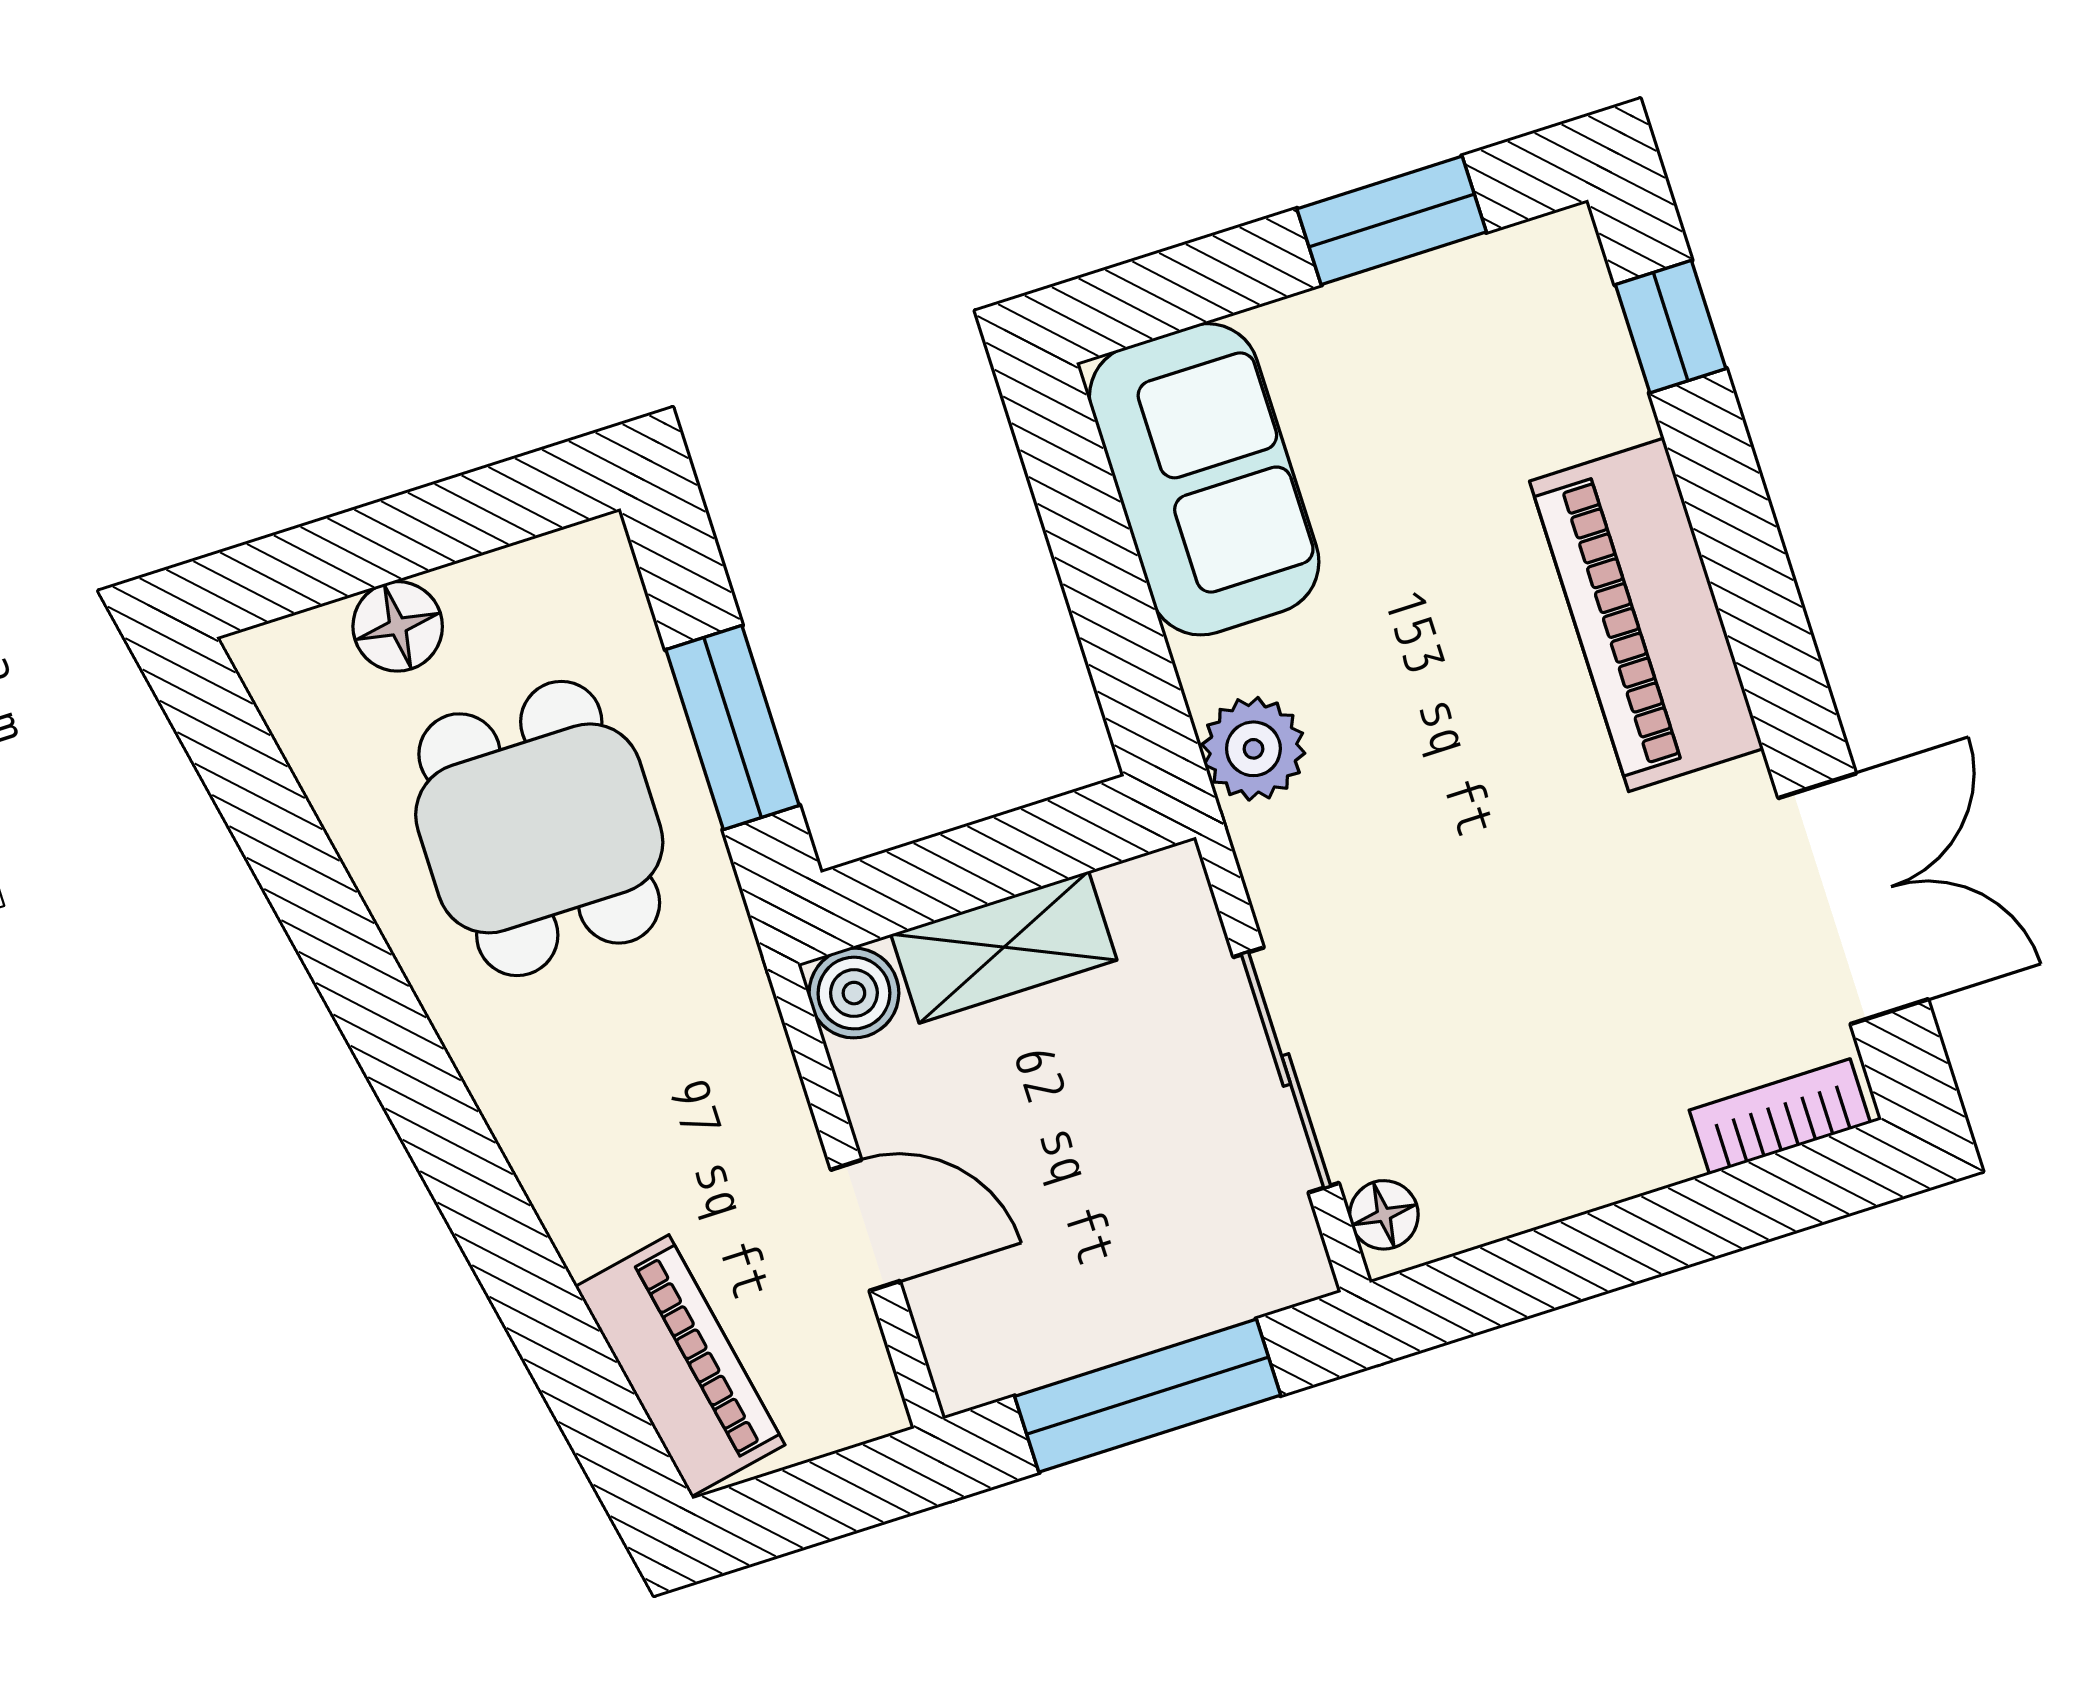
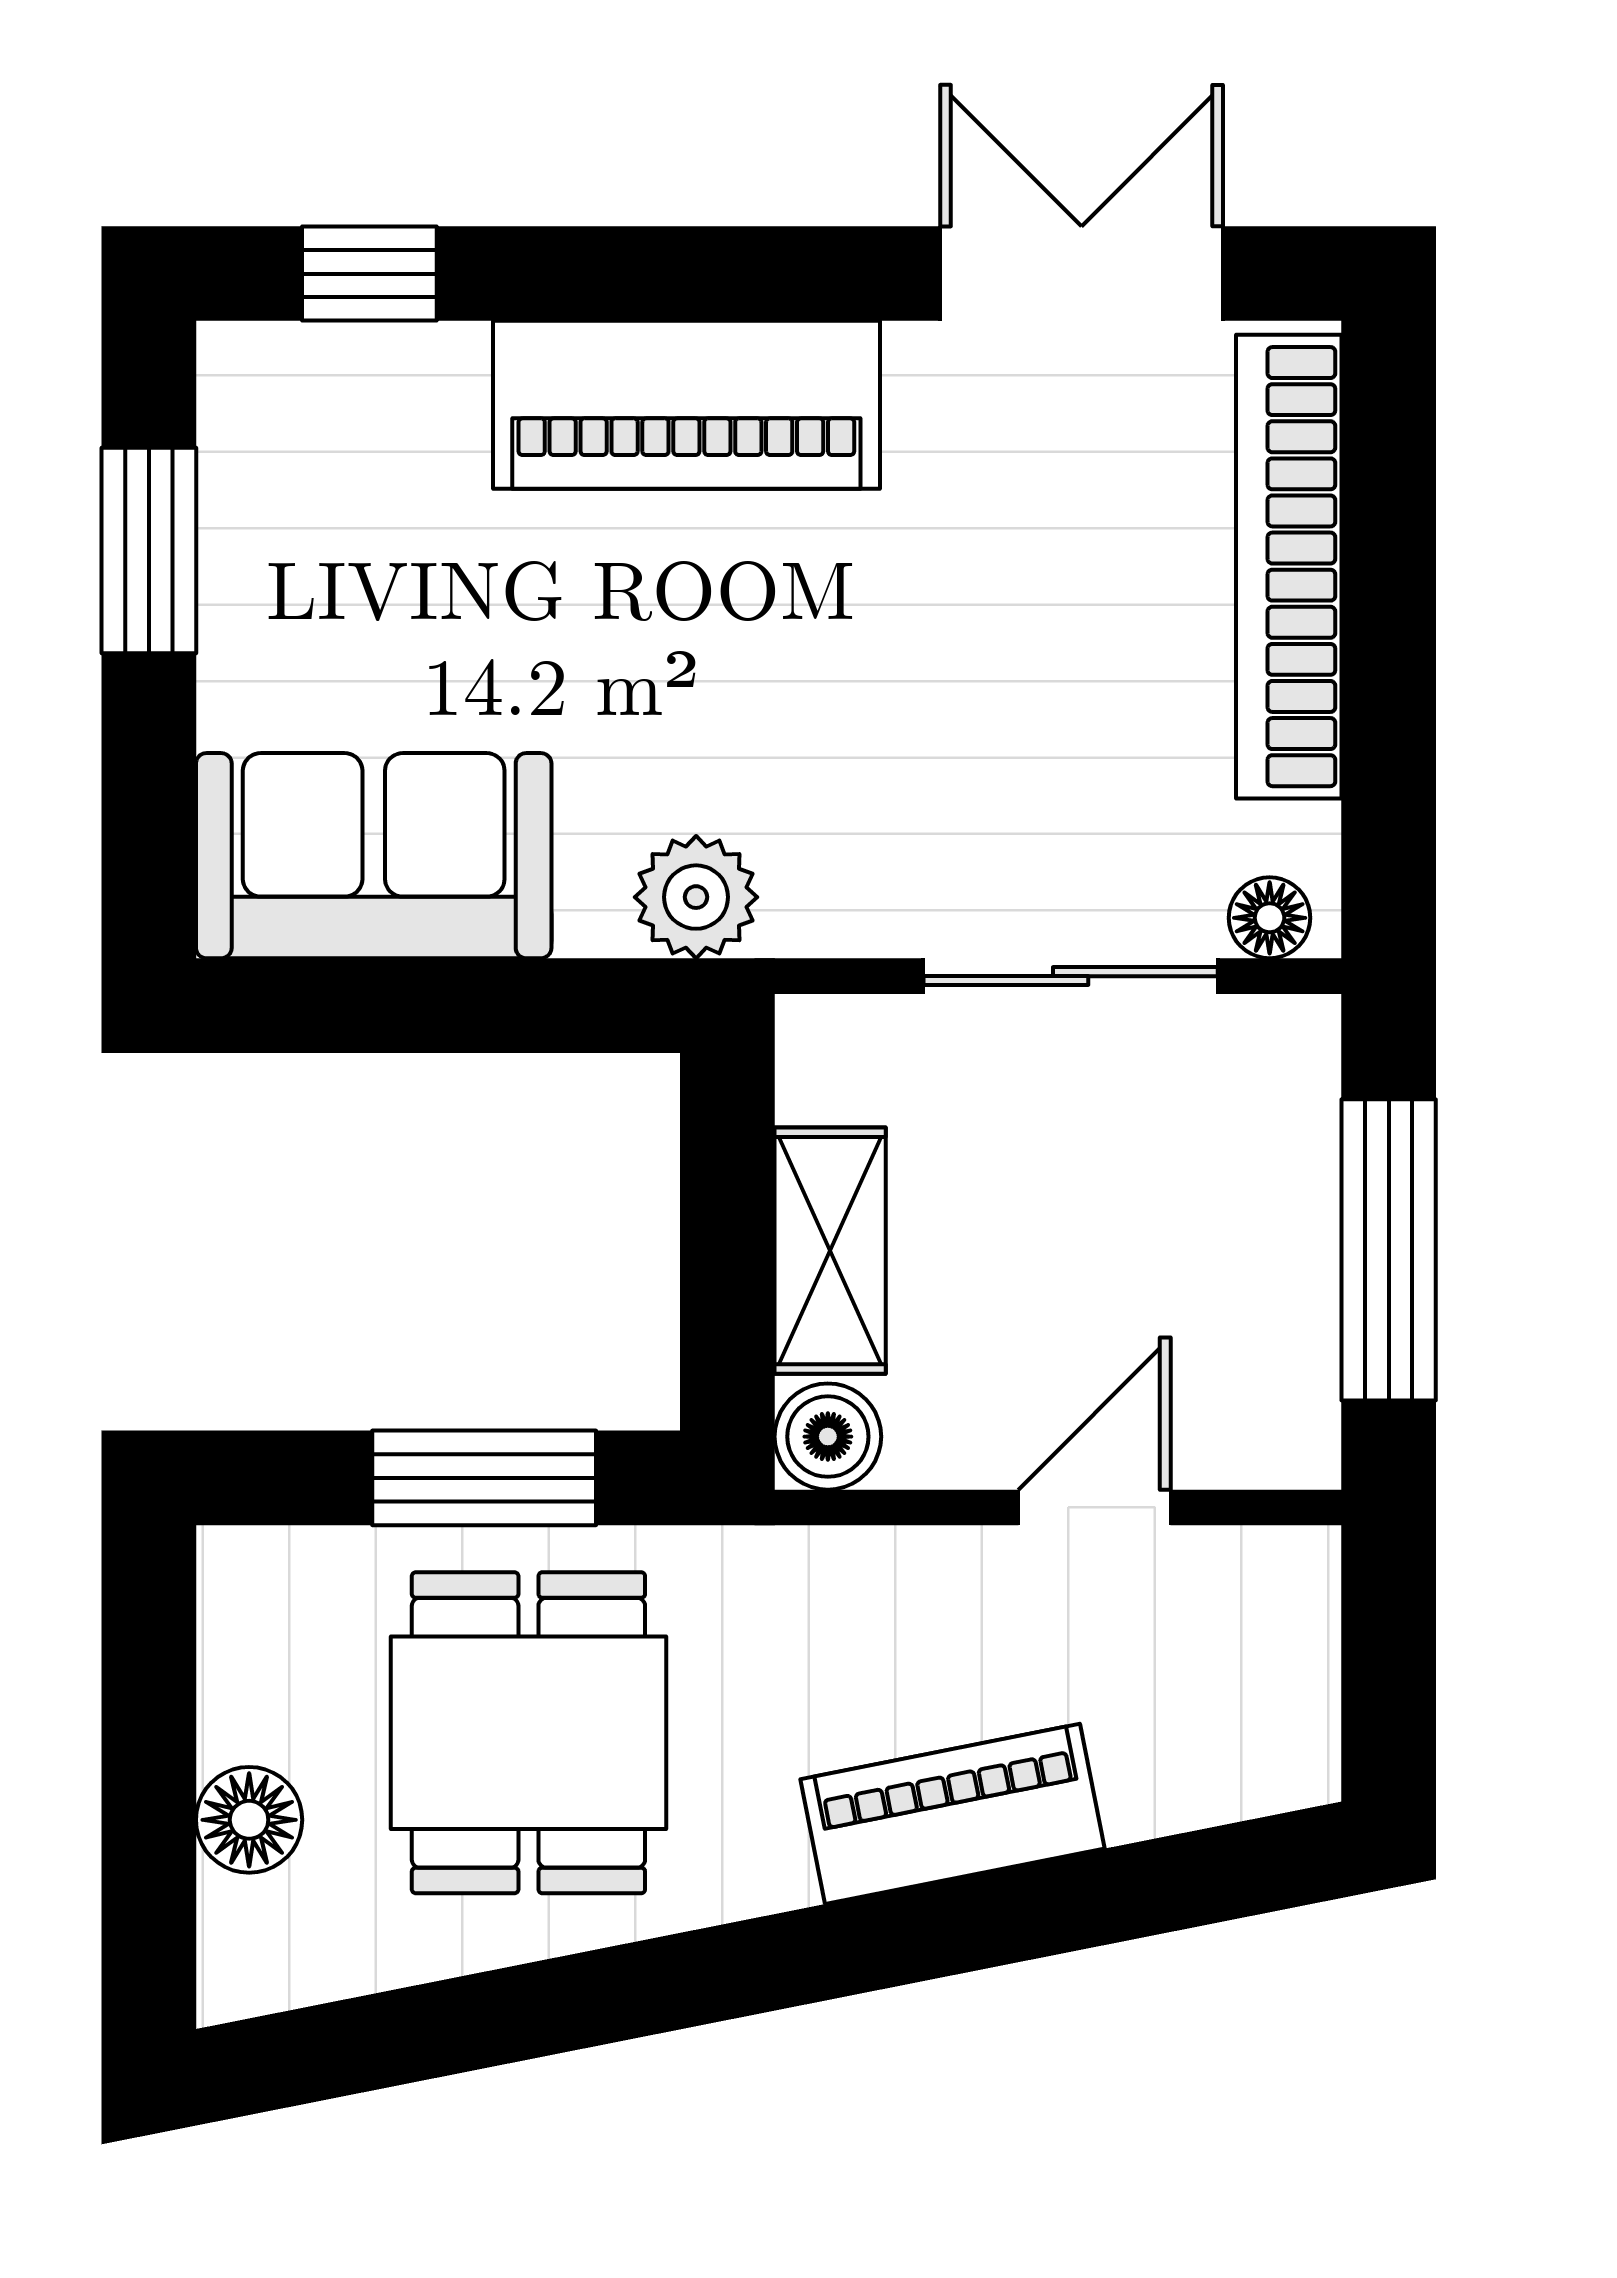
dining table: (539, 828) -> (528, 1733), turned 90
bookcase: (1780, 1117) -> (1289, 567), width x2.31, depth x1.31
piano: (680, 1366) -> (953, 1814), moved

